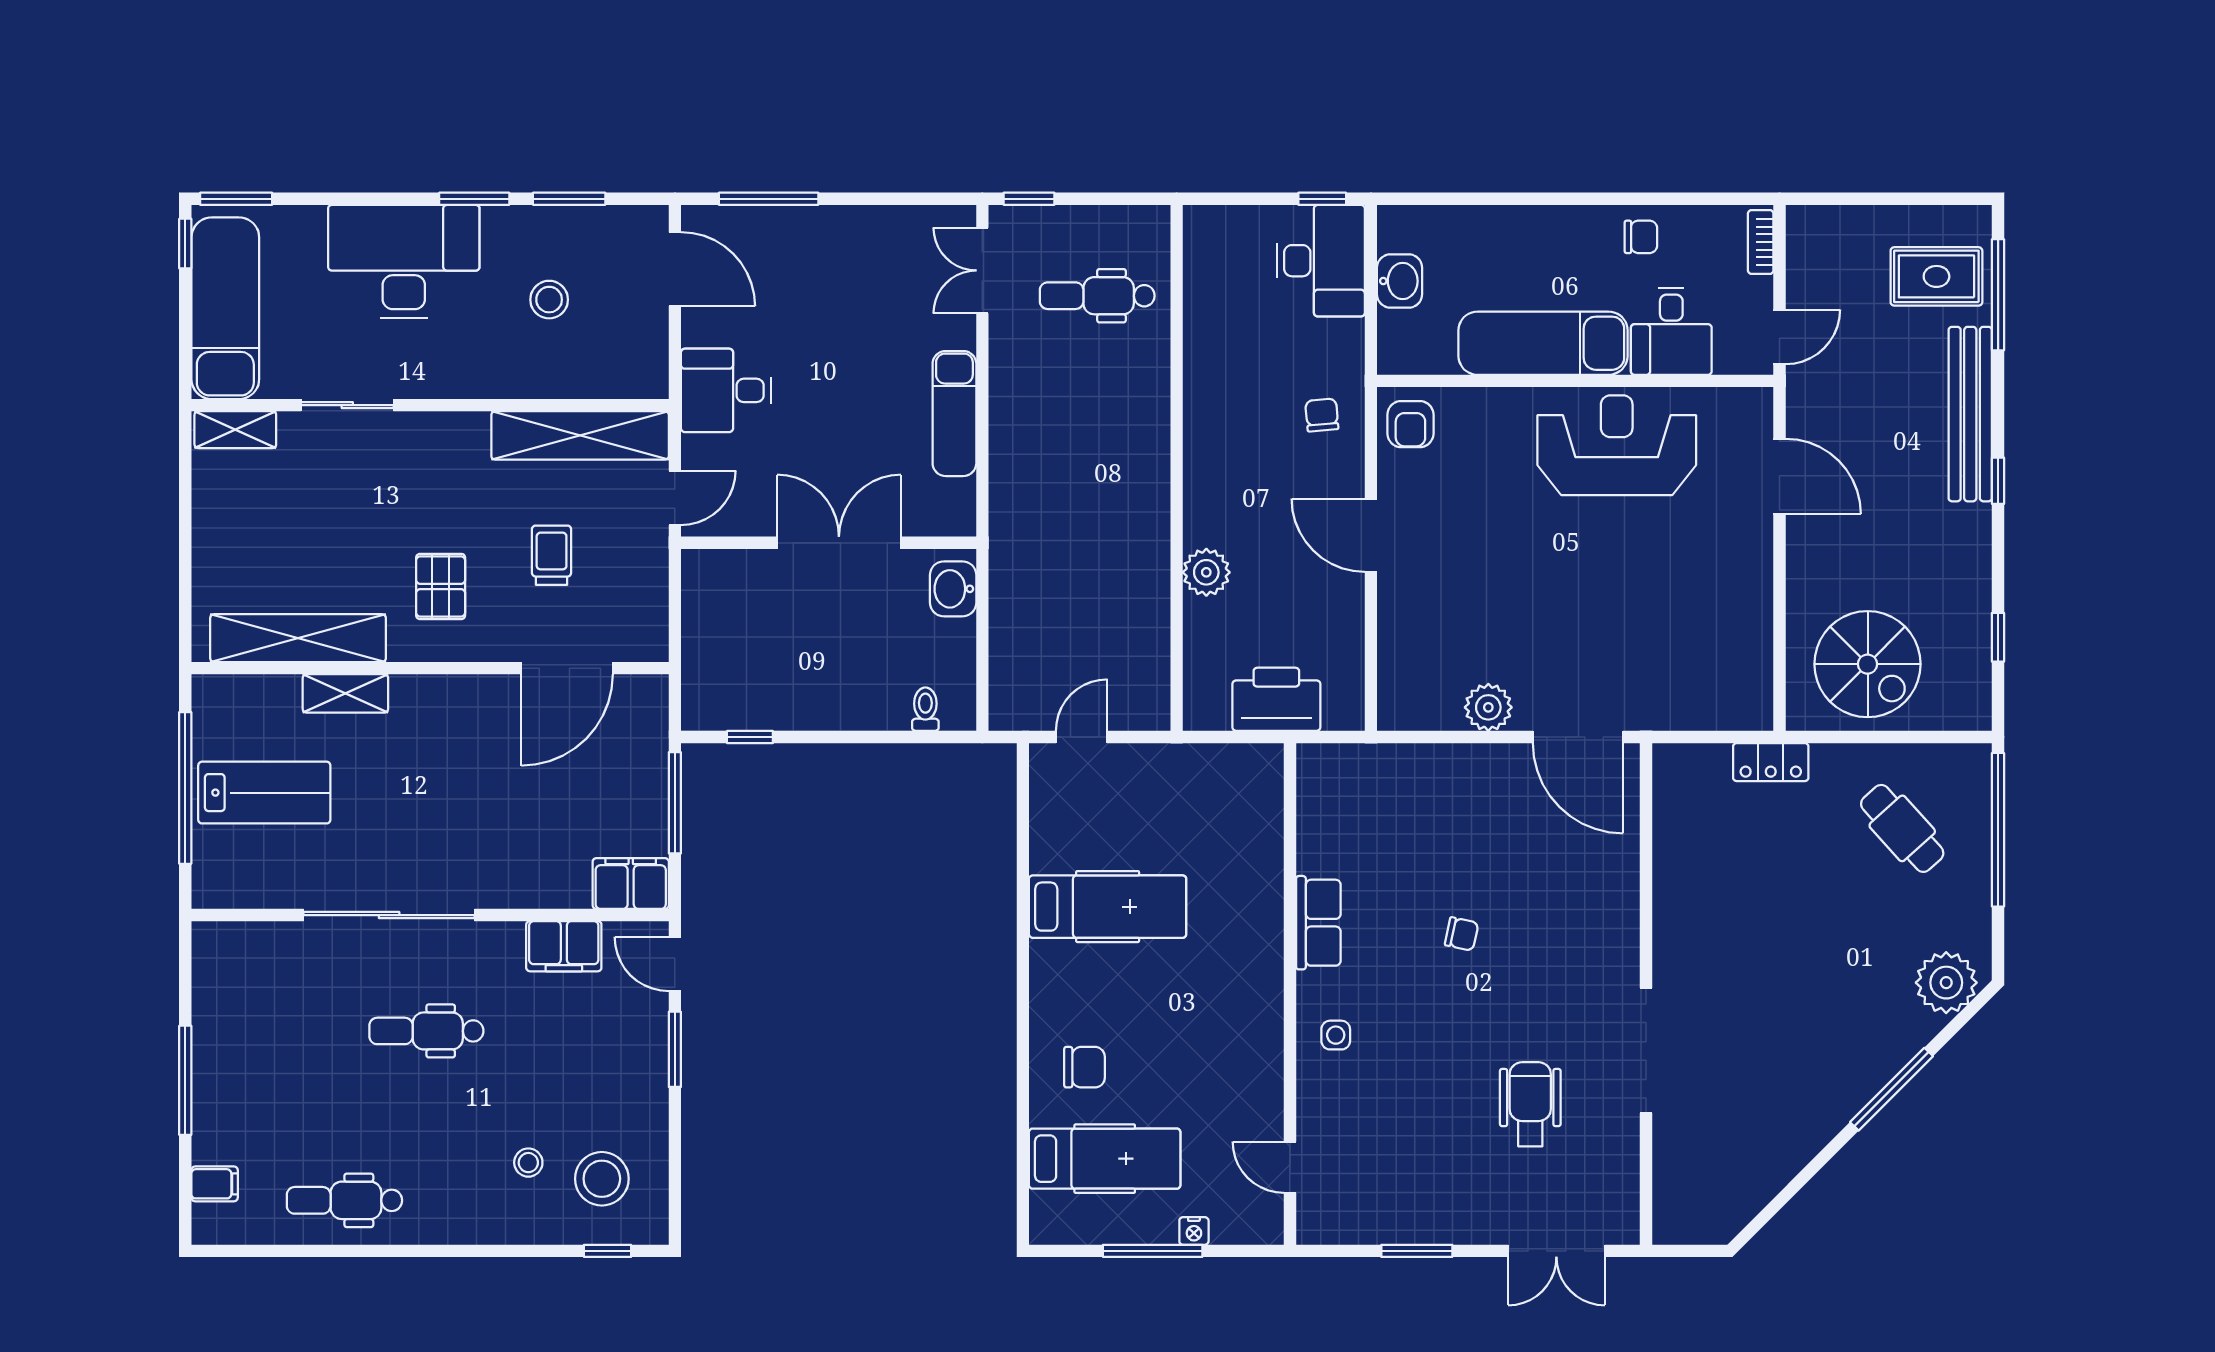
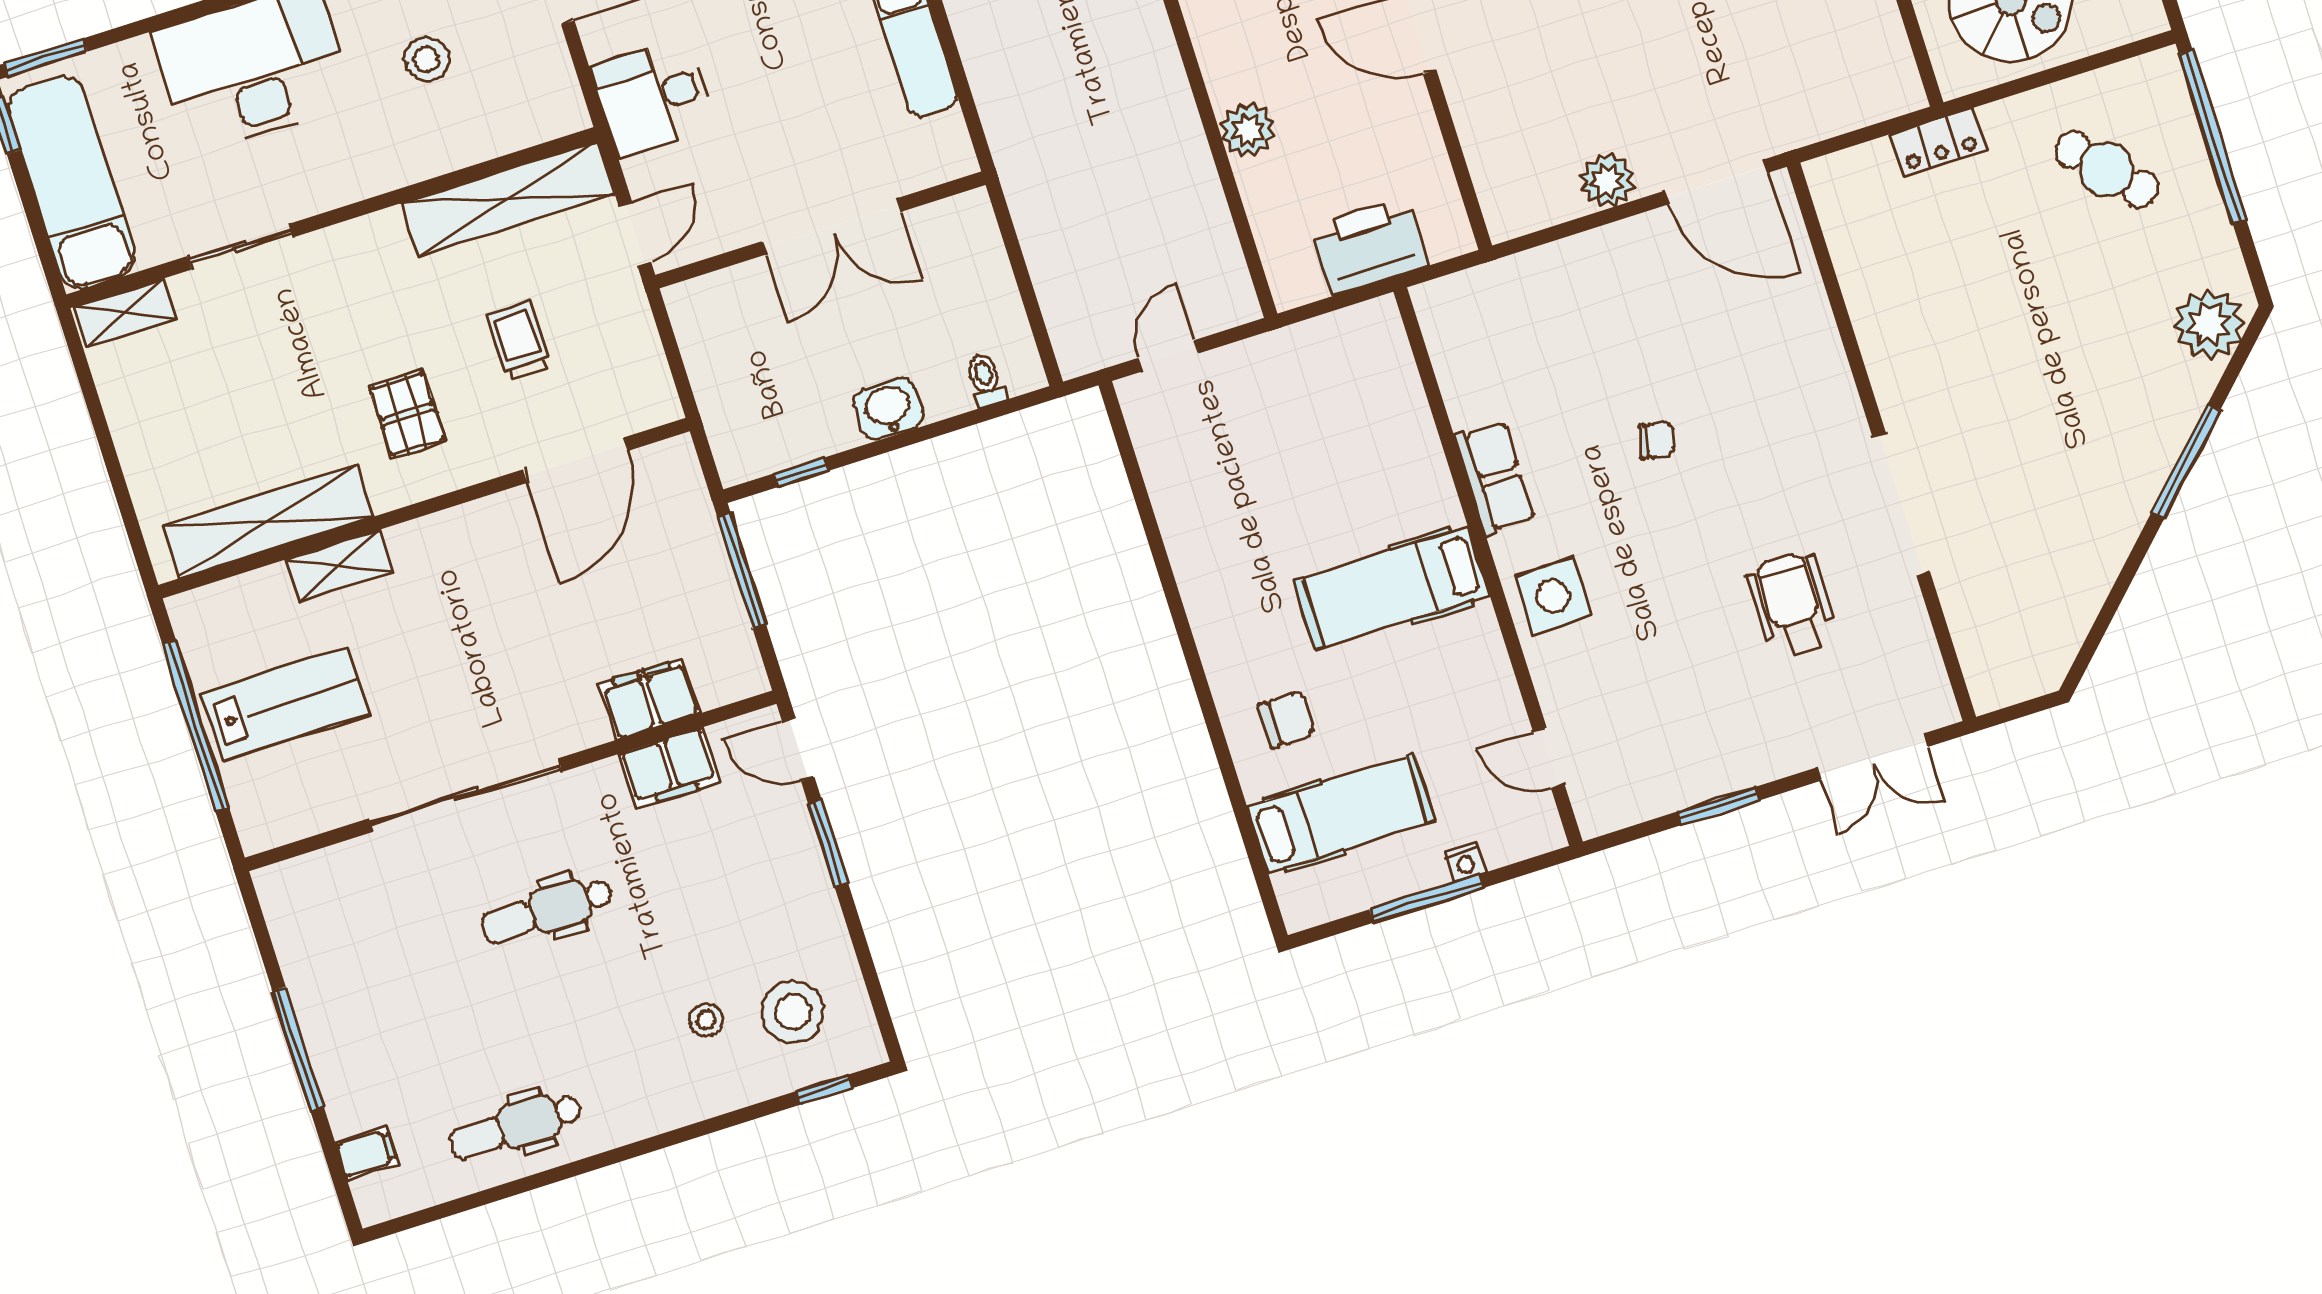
double door: (839, 543) -> (832, 226), swing flipped
washbasin: (953, 589) -> (888, 409), moved, turned 90
filing cabinet: (631, 884) -> (649, 698), moved
hospital bed: (1108, 907) -> (1392, 588), moved, turned 180
side table: (1336, 1035) -> (1553, 596), width x1.87, depth x1.87

